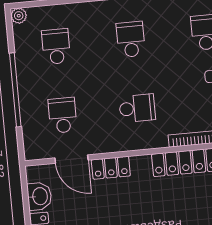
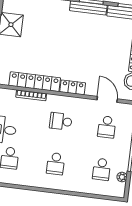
plant: (19, 16) -> (122, 177), moved
locker: (111, 168) -> (73, 87), moved

